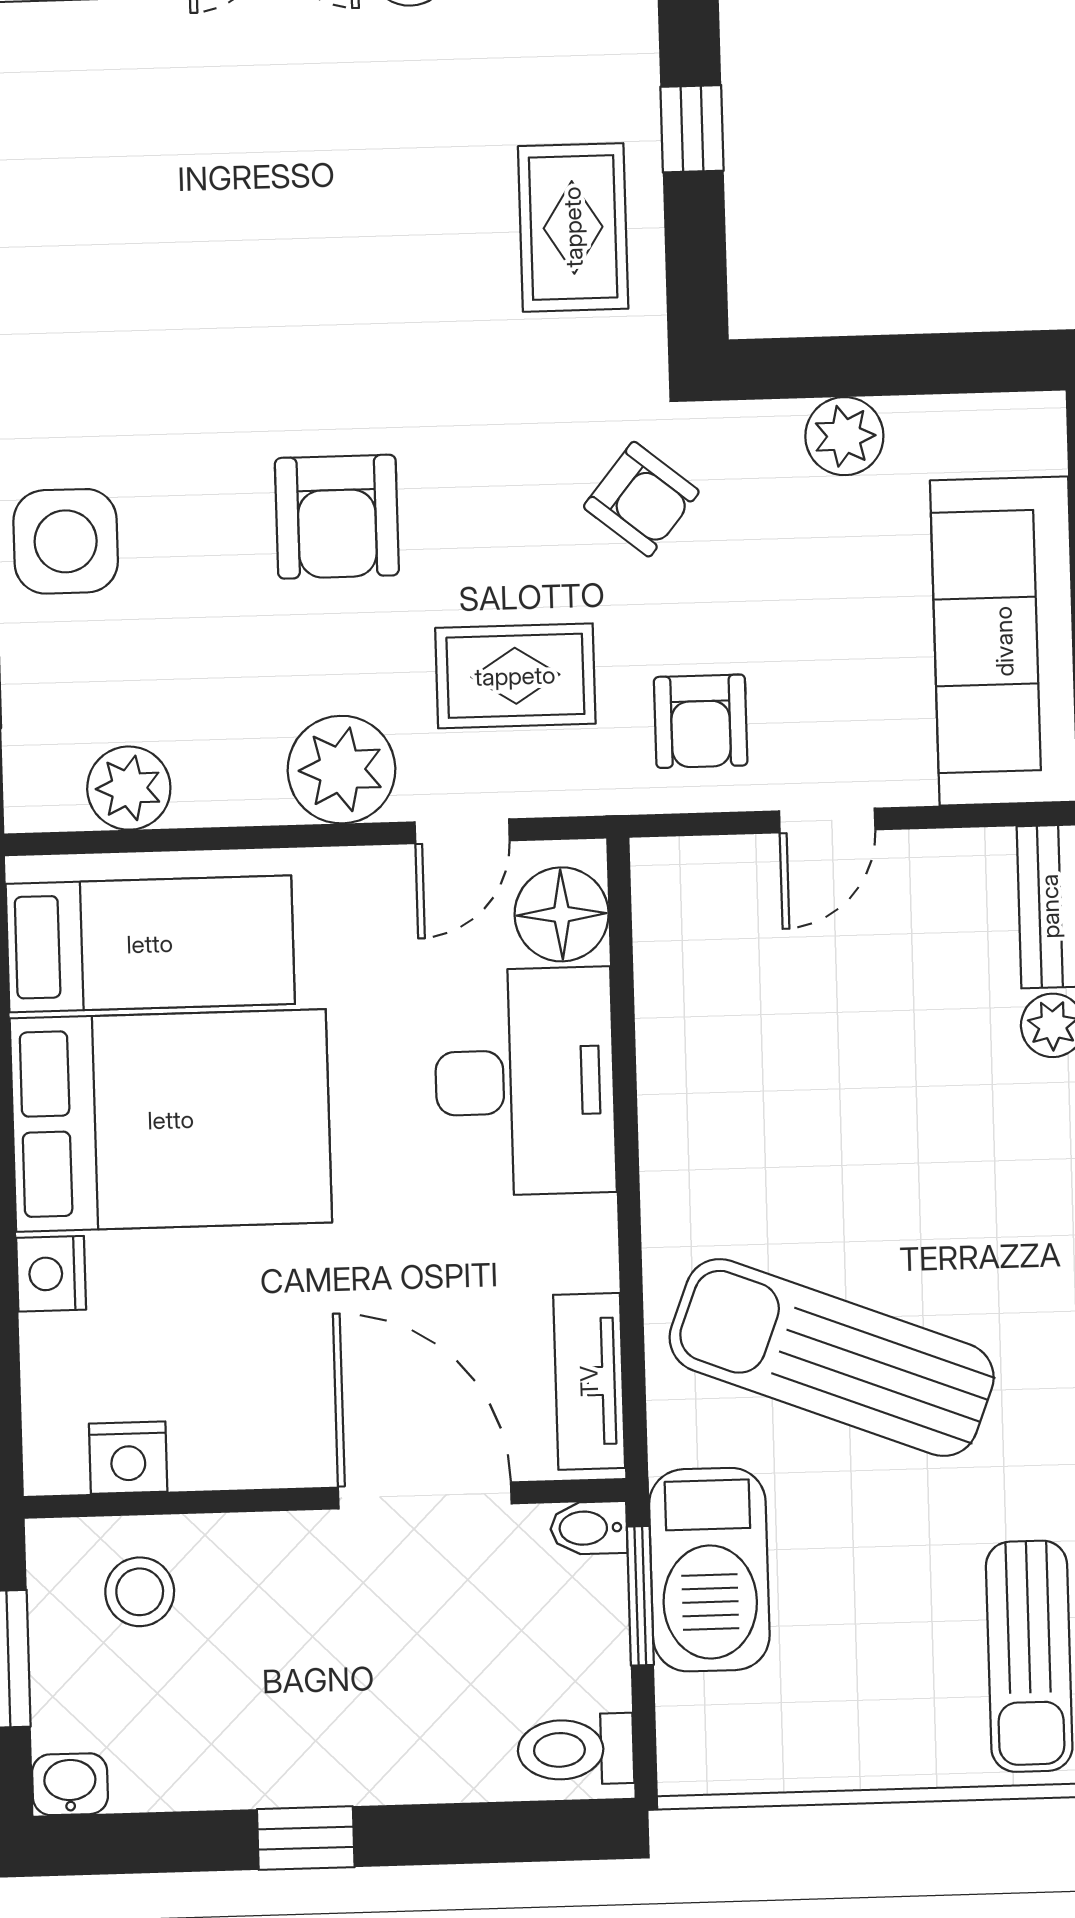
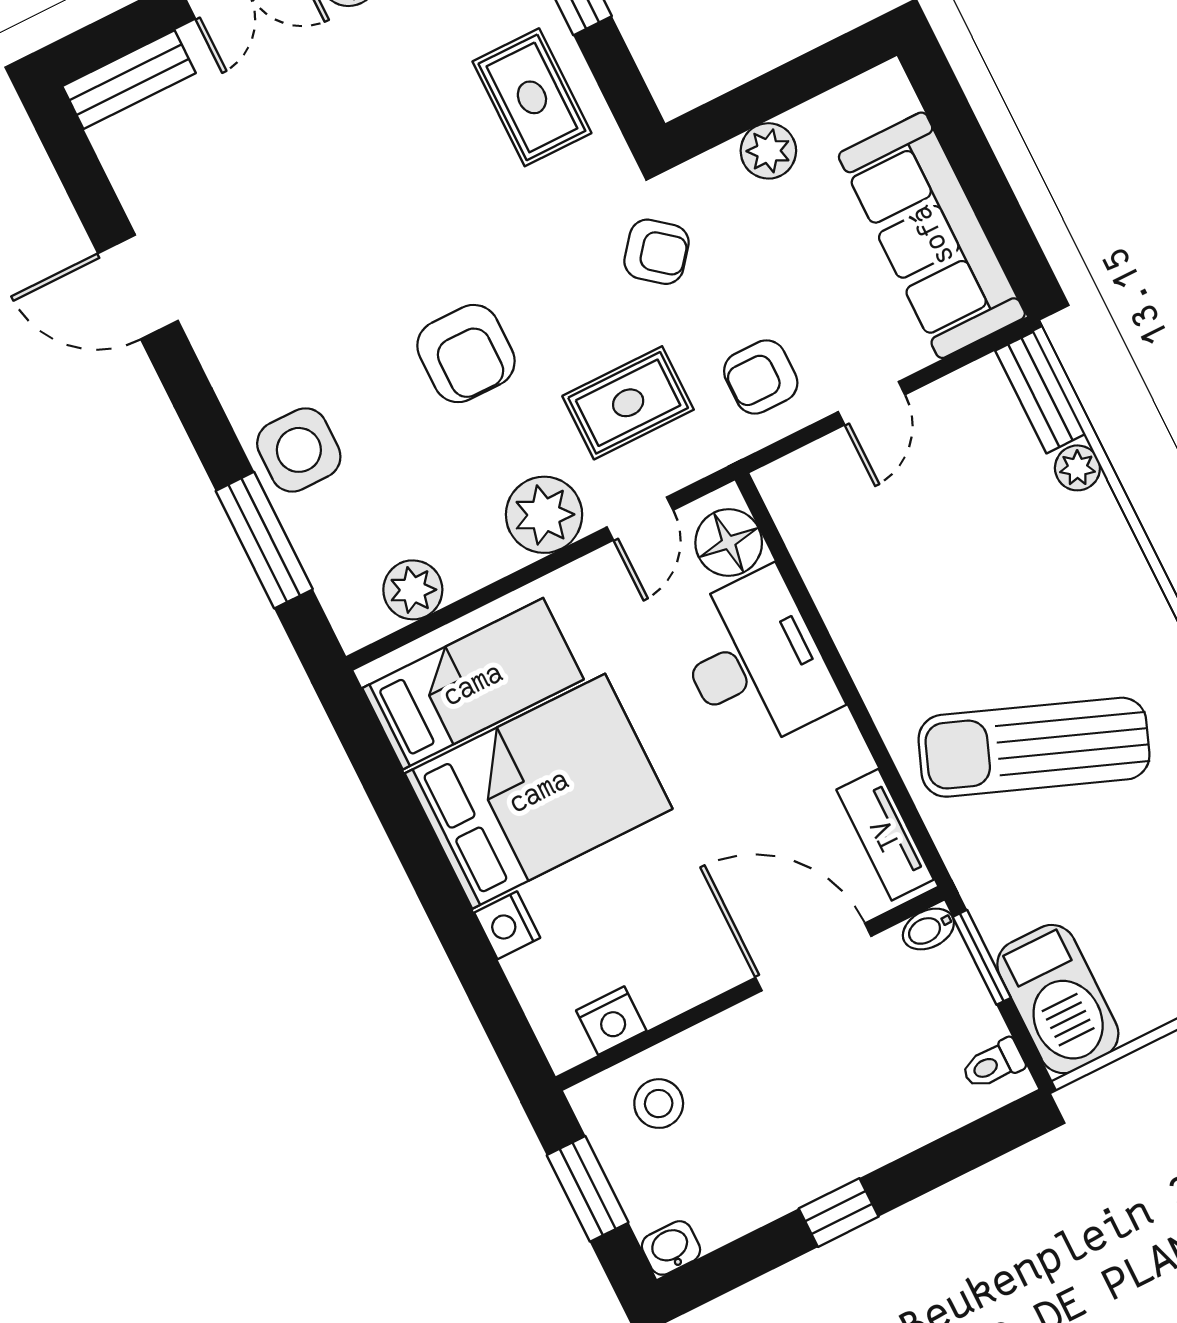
armchair: (701, 721) -> (761, 377), turned 90
barbecue: (709, 1570) -> (1058, 999), moved
toilet: (576, 1749) -> (993, 1064), width x0.73, depth x0.72

